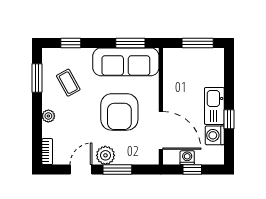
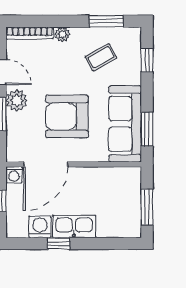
bookcase: (47, 152) -> (30, 33), width x1.56
washing machine: (187, 158) -> (14, 175), moved, turned 90

